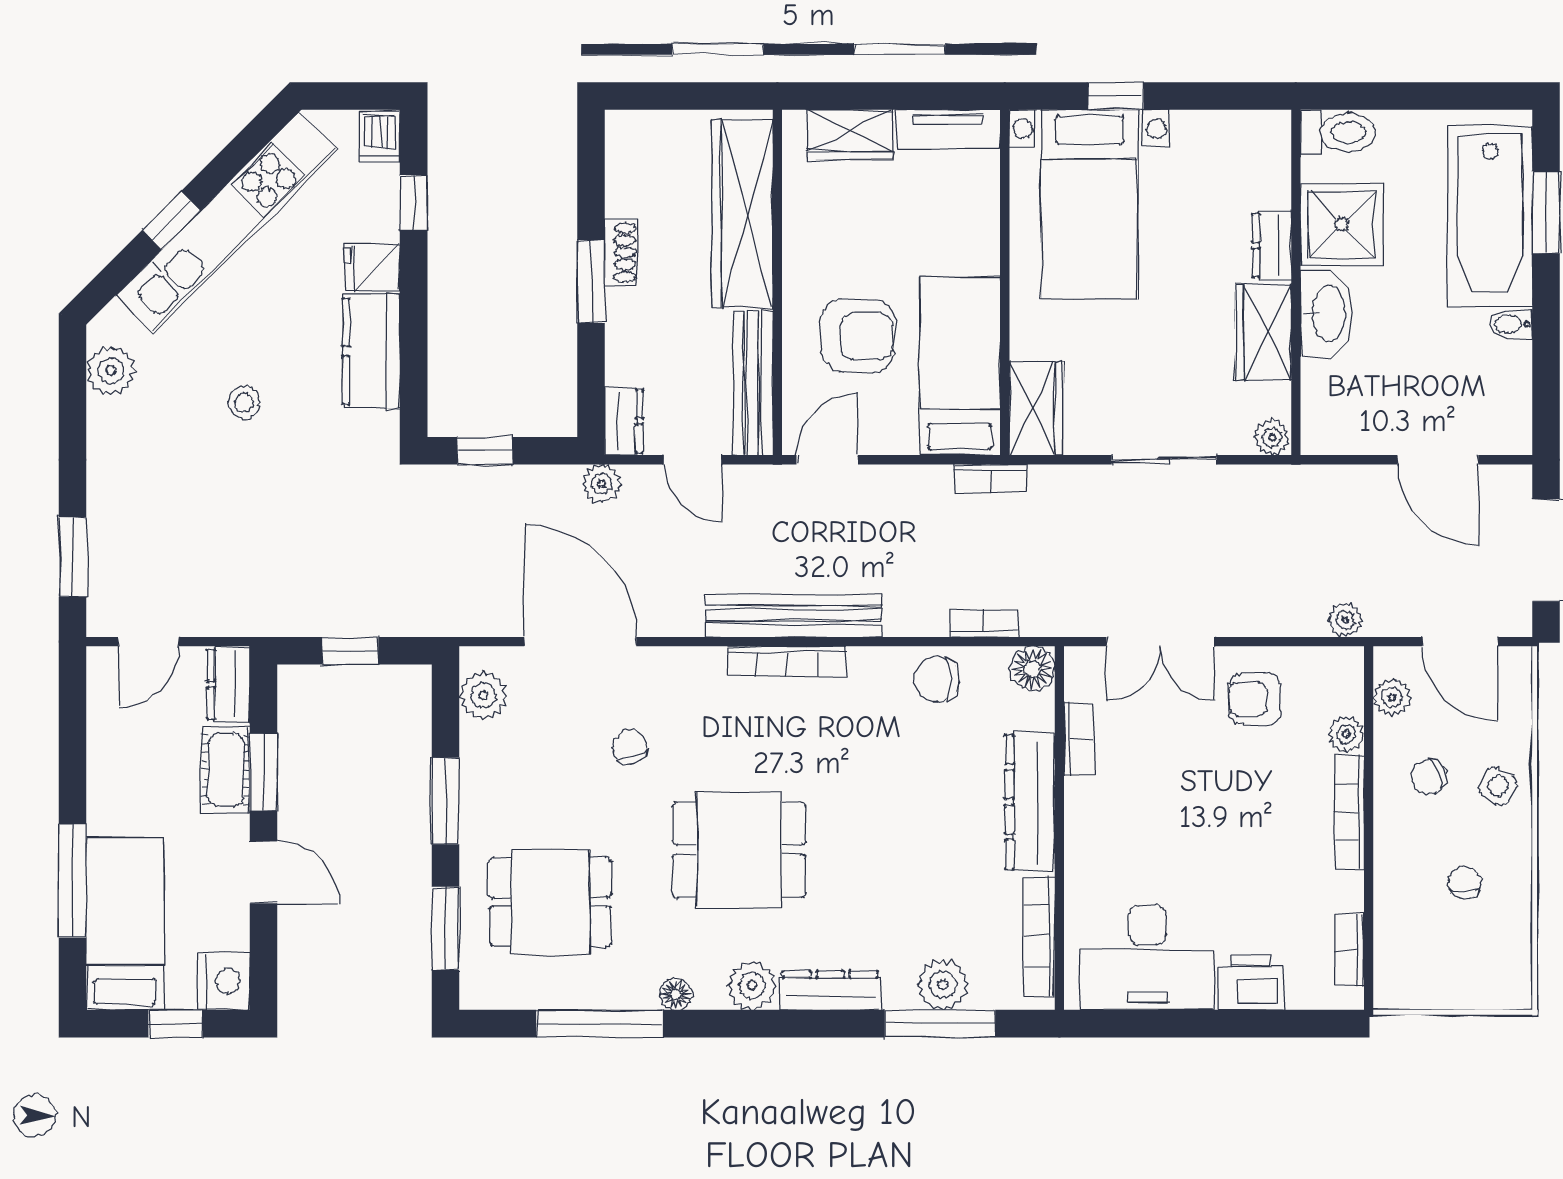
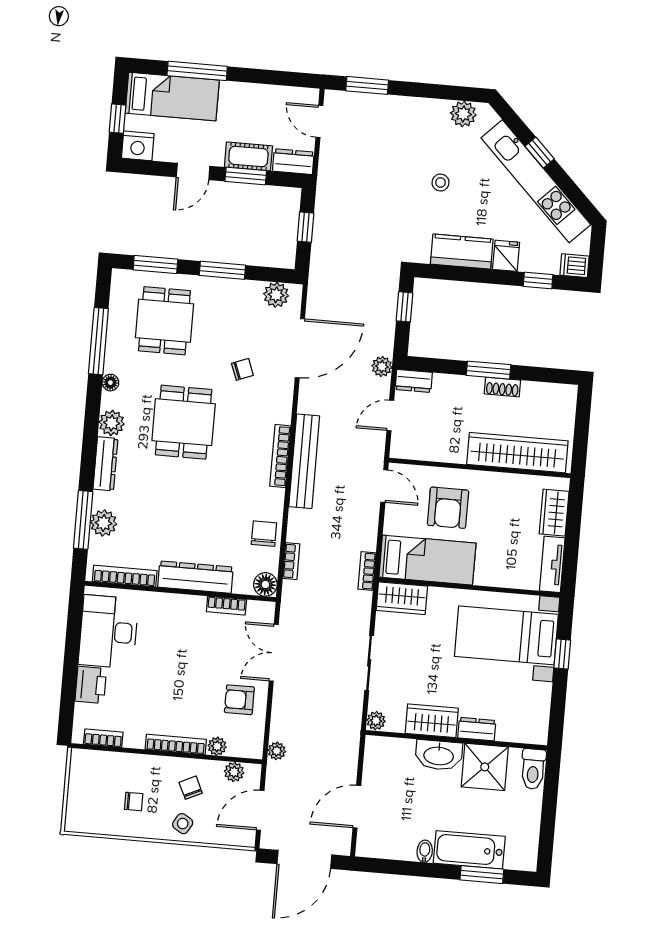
bathtub: (1490, 216) -> (469, 850), width x0.73, depth x0.73
bench: (753, 383) -> (428, 450), removed
armchair: (1255, 699) -> (239, 700), turned -90

